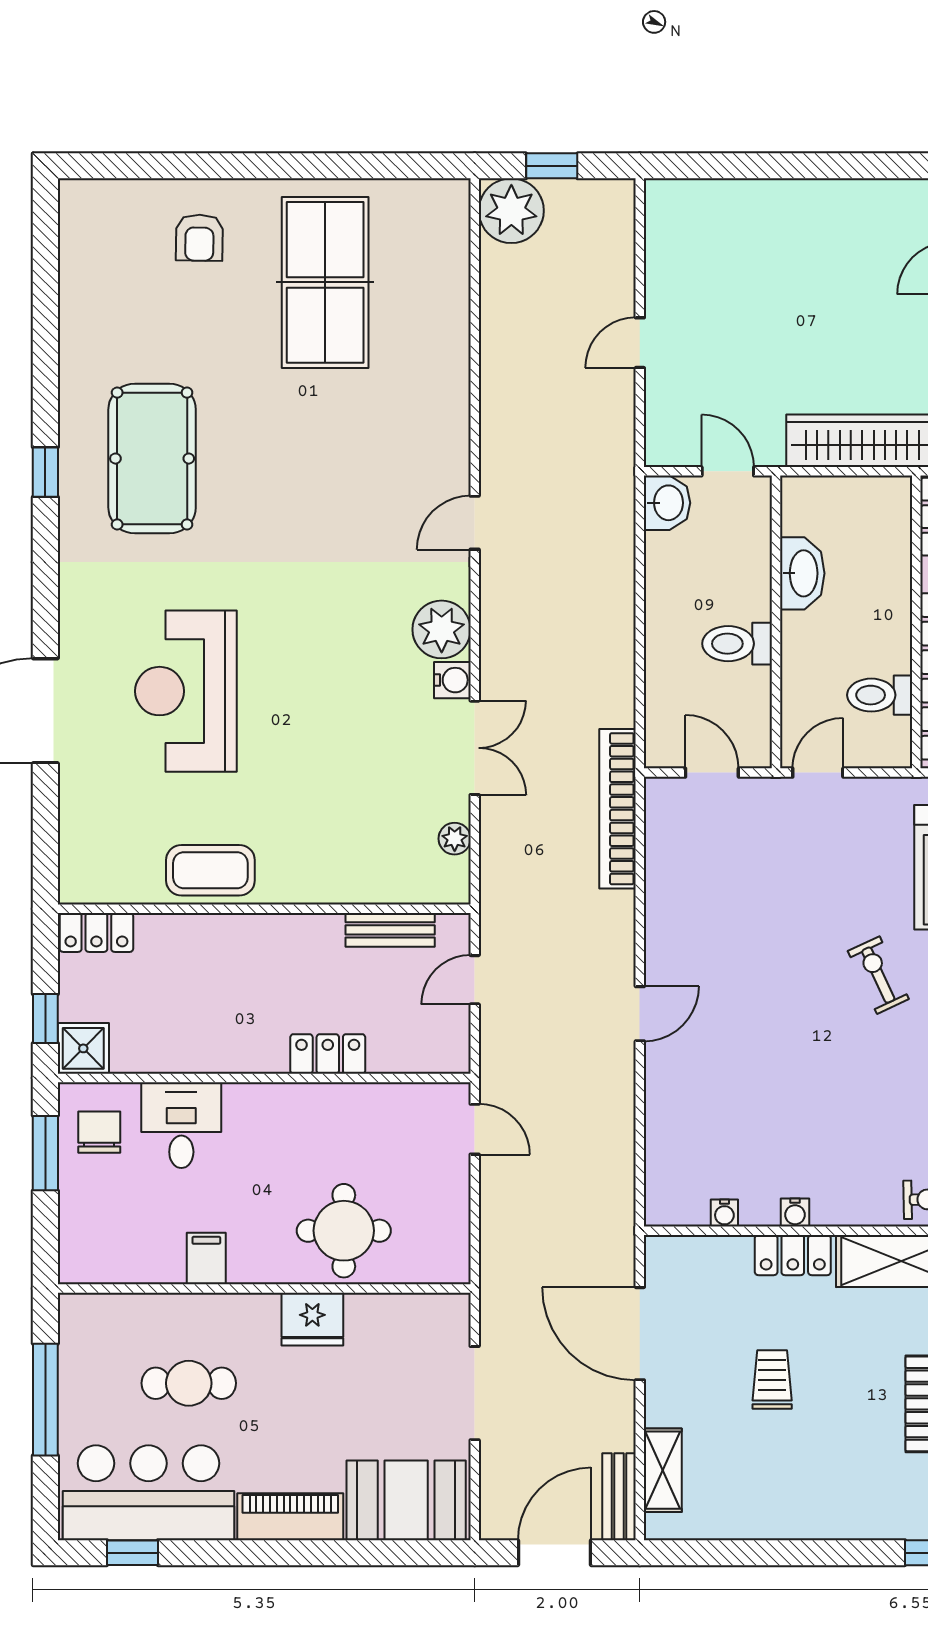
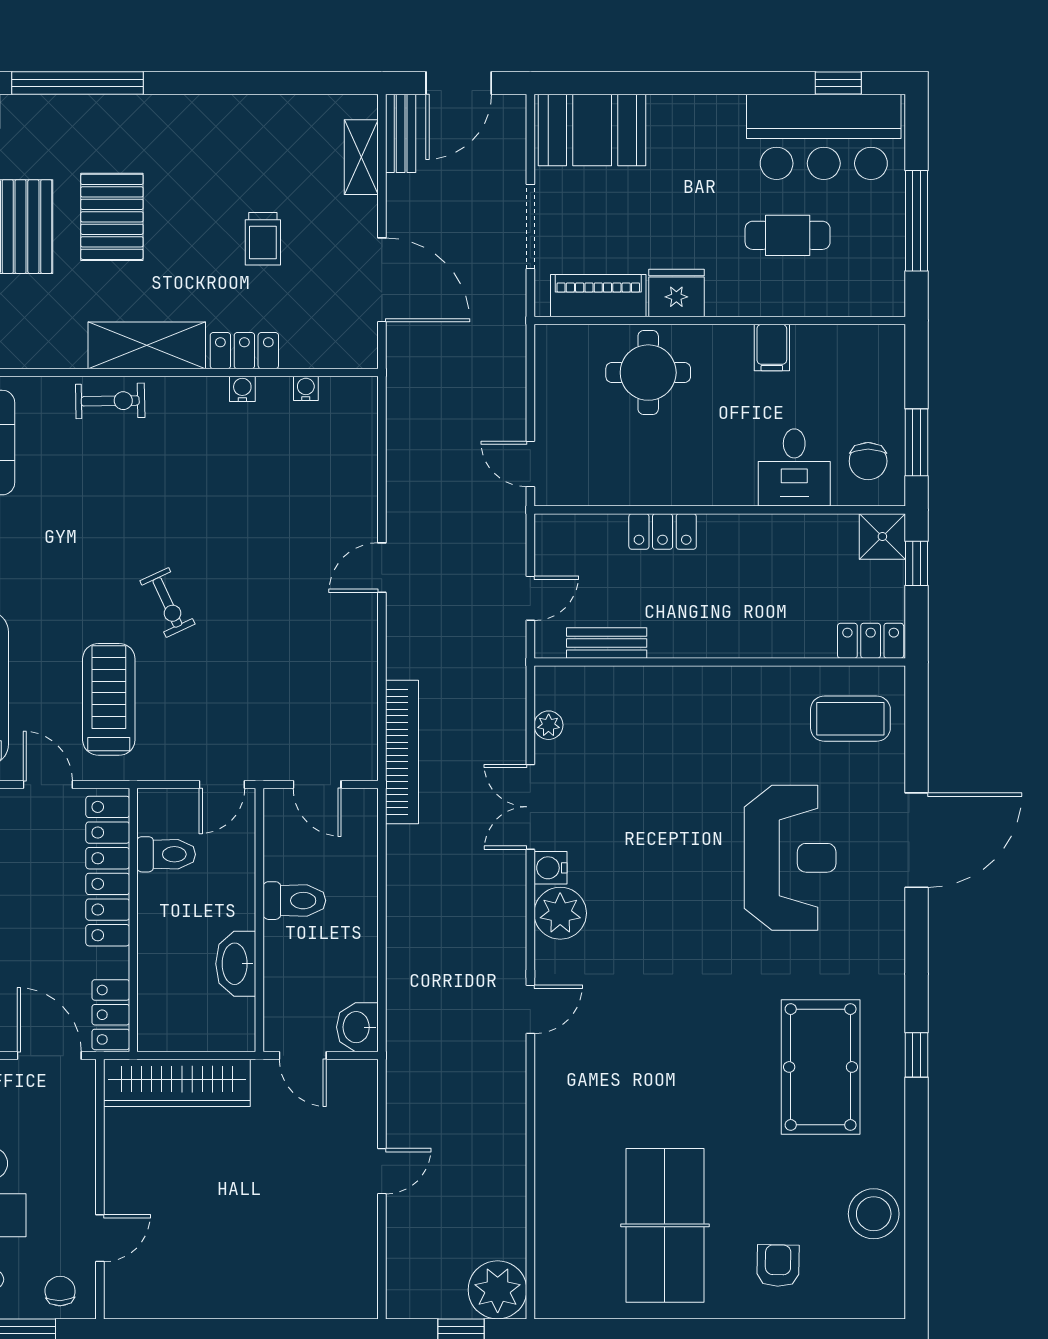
stool: (93, 295) -> (874, 1214), added
coffee table: (210, 870) -> (850, 719), moved
piano: (290, 1517) -> (598, 296), moved, turned 180

